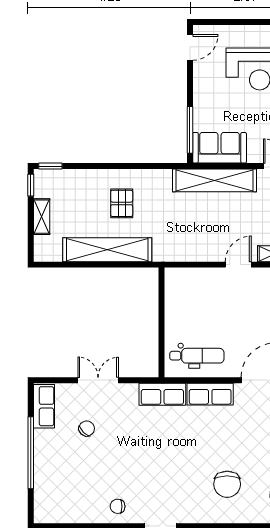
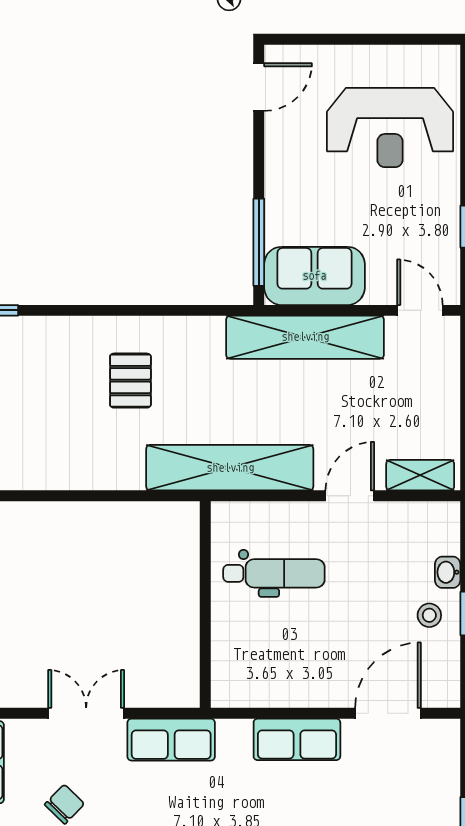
shelving: (107, 250) -> (230, 468), moved
dental chair: (197, 356) -> (274, 573), moved
row of seats: (162, 394) -> (171, 740), moved

